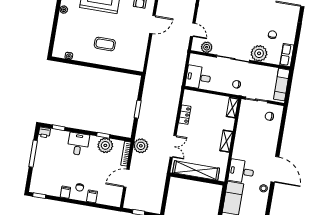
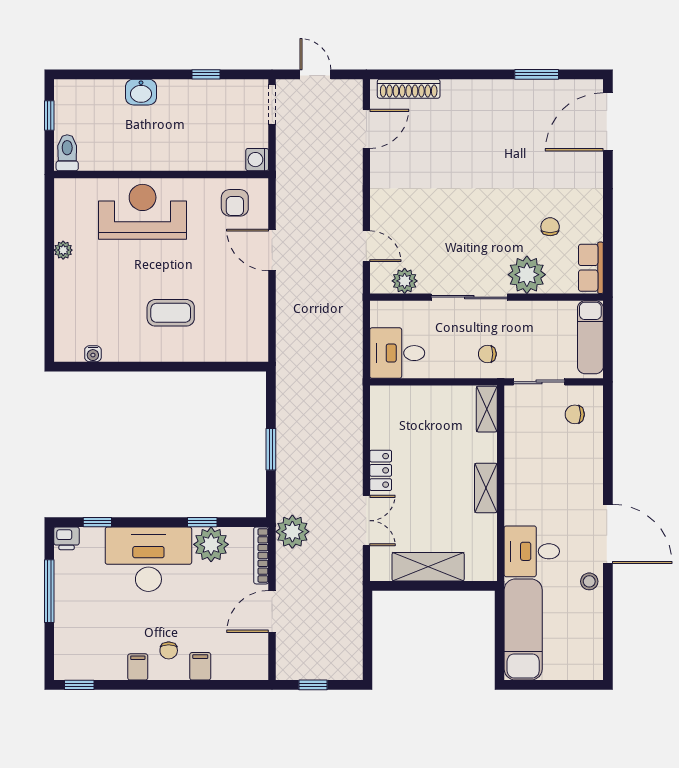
door: (152, 25) -> (272, 250), swing flipped
locker: (185, 115) -> (381, 470), moved
desk: (78, 144) -> (148, 559), width x1.87, depth x1.30
shelving: (196, 170) -> (428, 567), width x0.68

